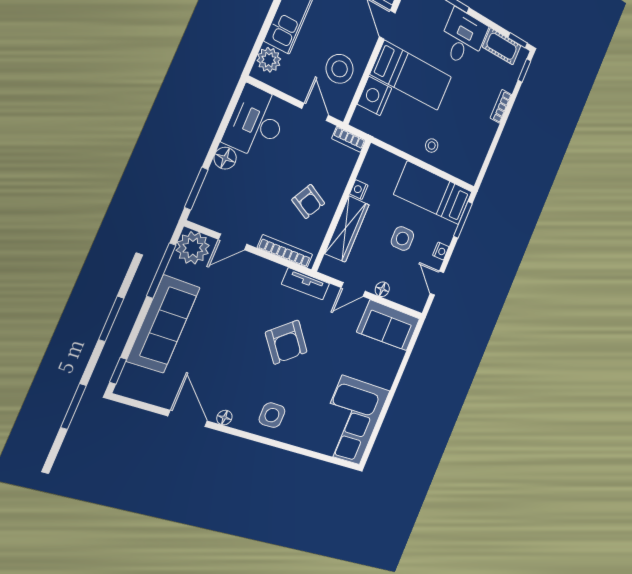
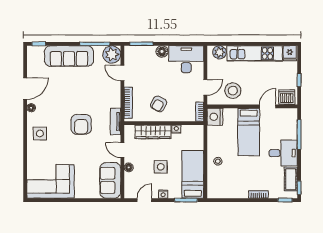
nightstand: (374, 96) -> (215, 117), moved, turned -90
armchair: (286, 342) -> (81, 124), turned -51

